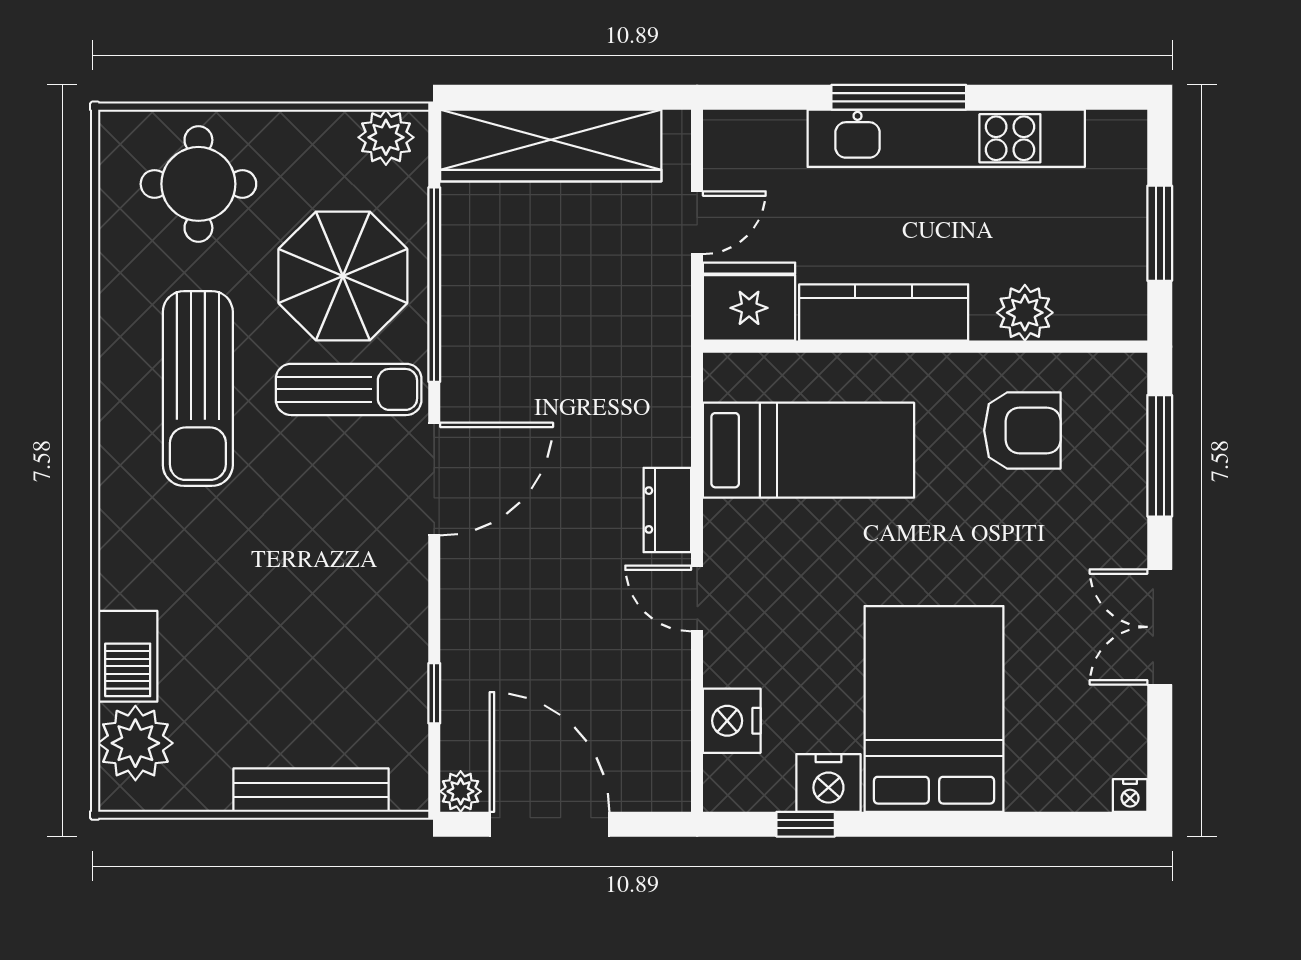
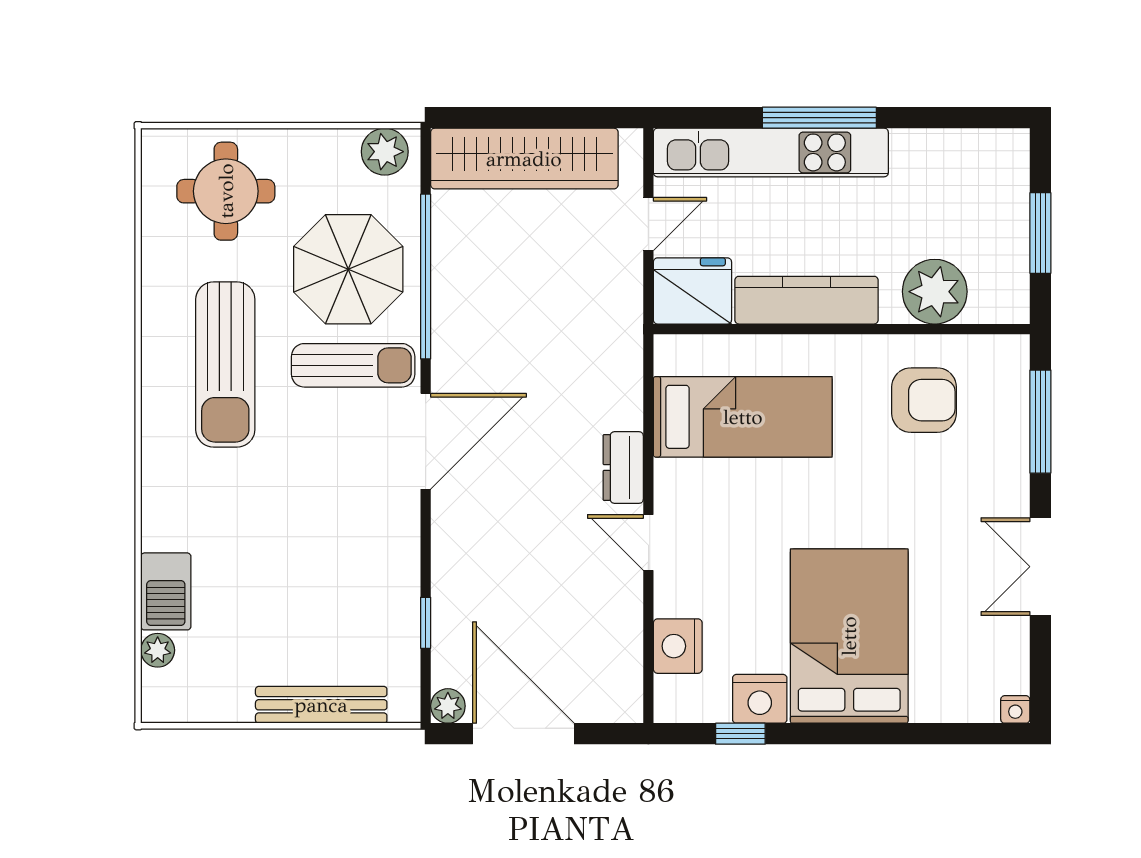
kitchen unit: (946, 138) -> (771, 152), moved
plant: (1025, 313) -> (935, 292), width x1.36, depth x1.36
plant: (135, 743) -> (158, 650), width x0.53, depth x0.53

